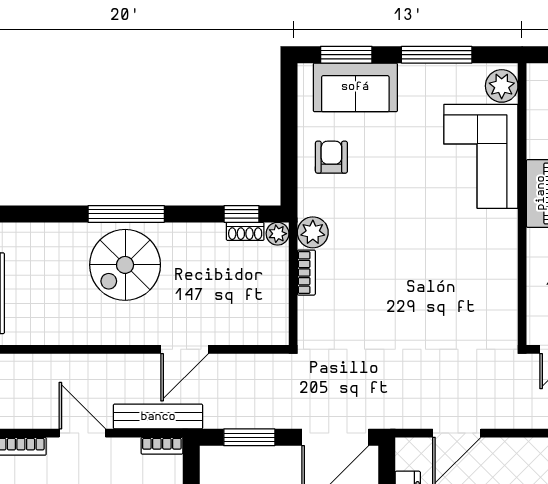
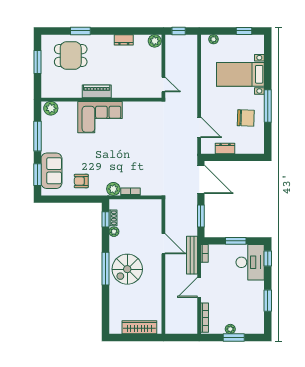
corner sofa: (481, 156) -> (100, 117), moved
plant: (278, 234) -> (114, 232), moved
spiral stairs: (125, 265) -> (127, 269), turned 90

